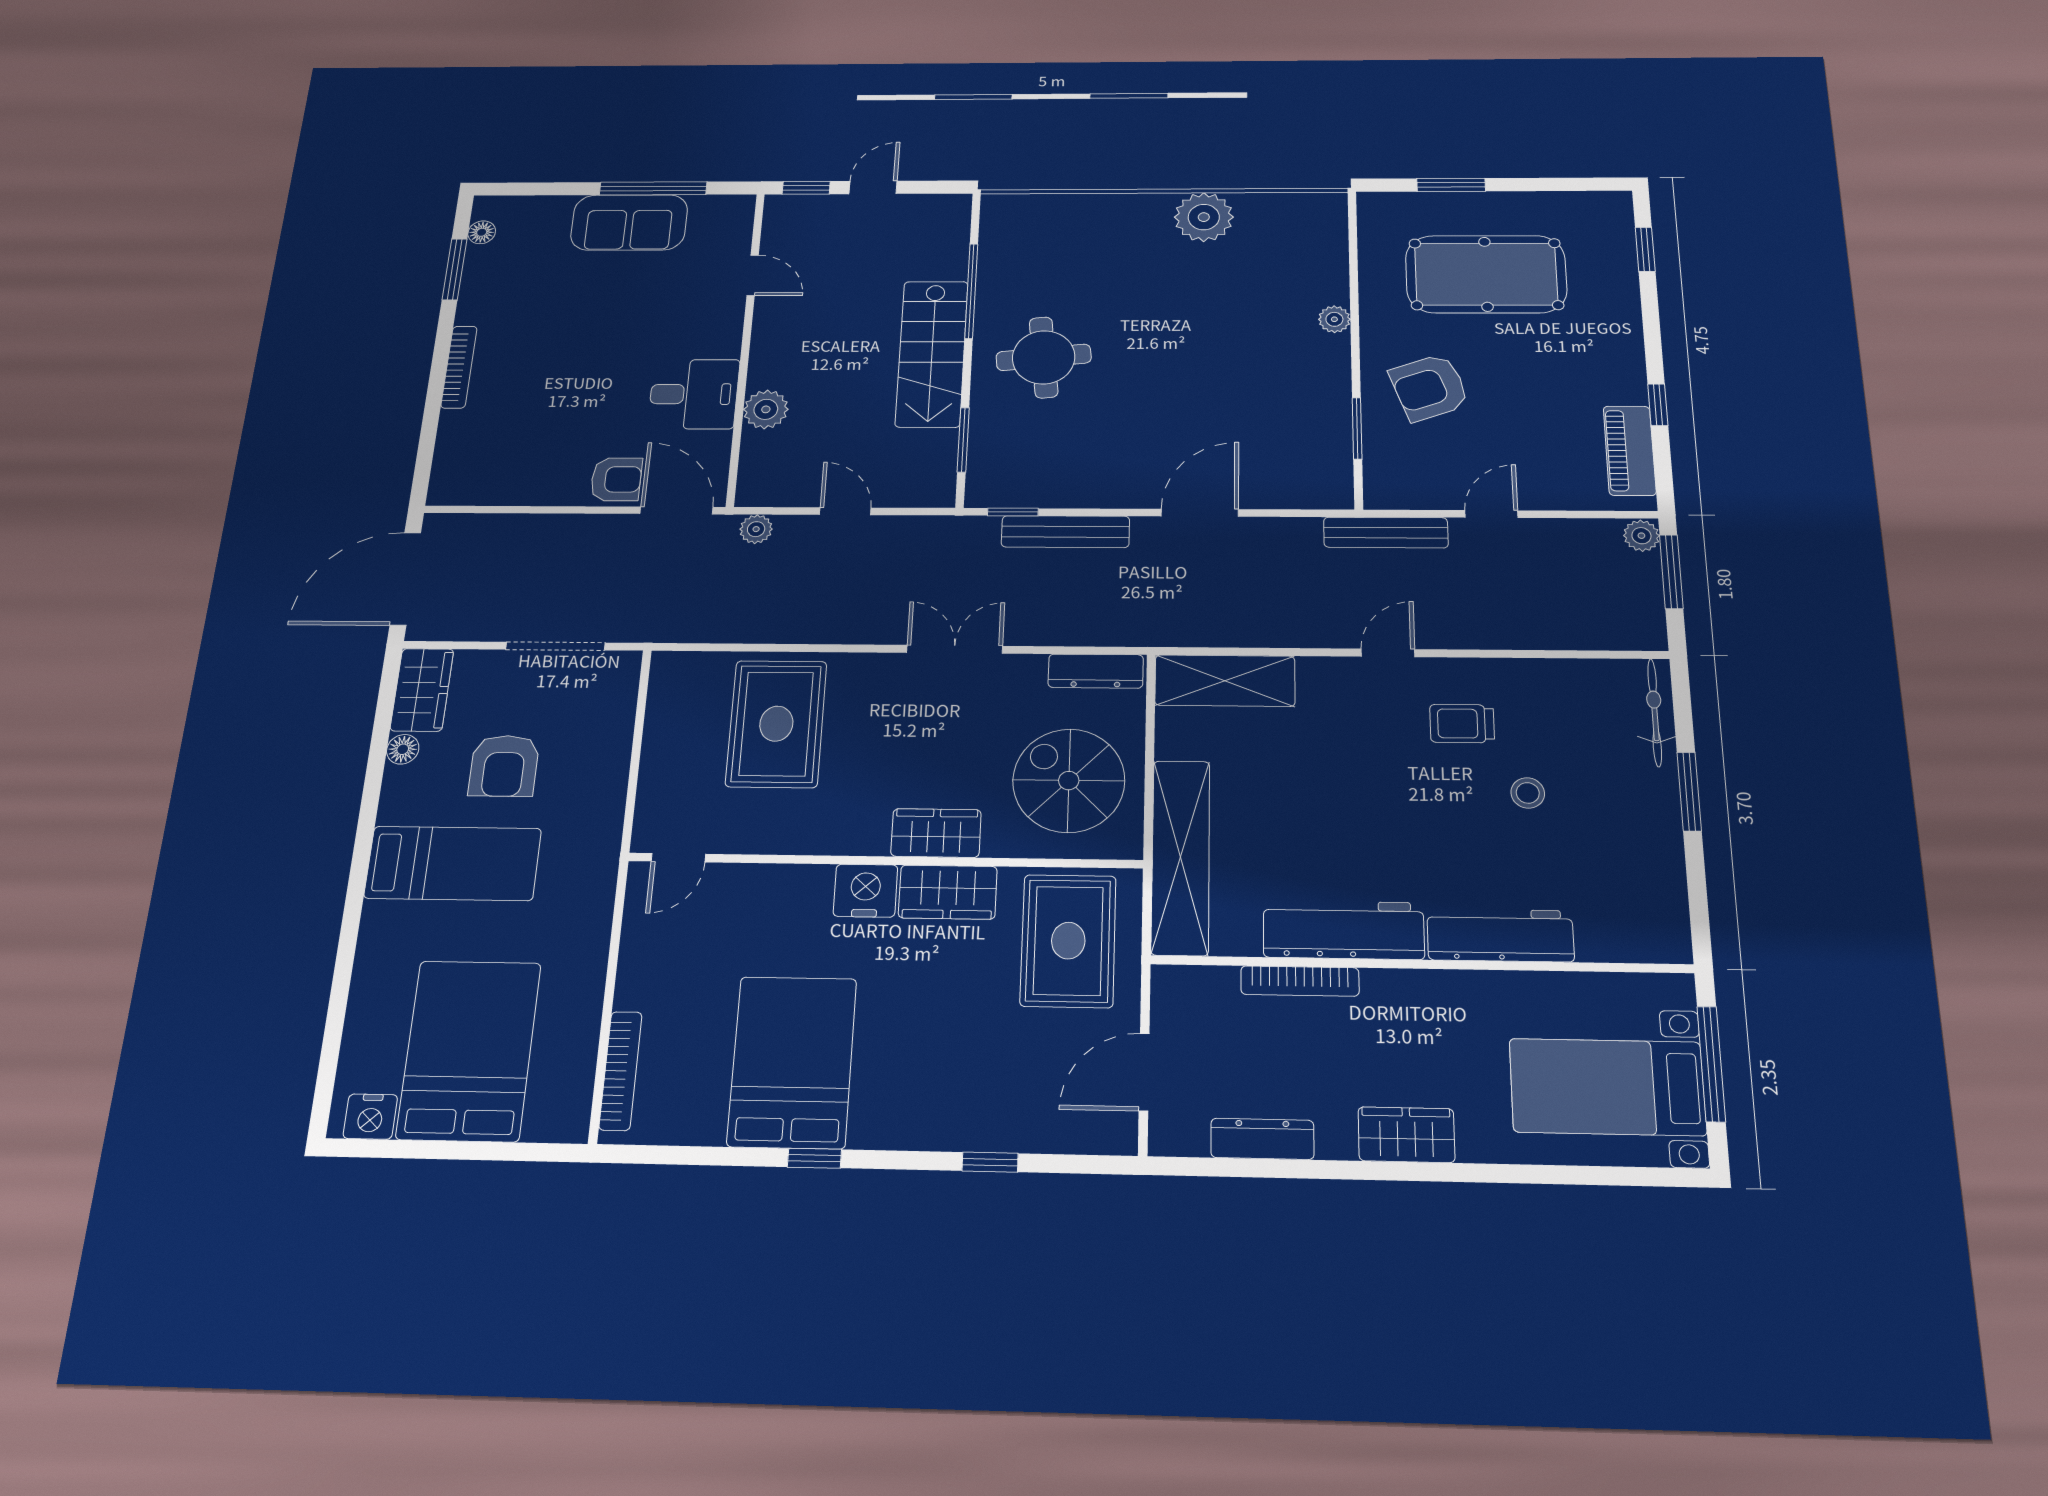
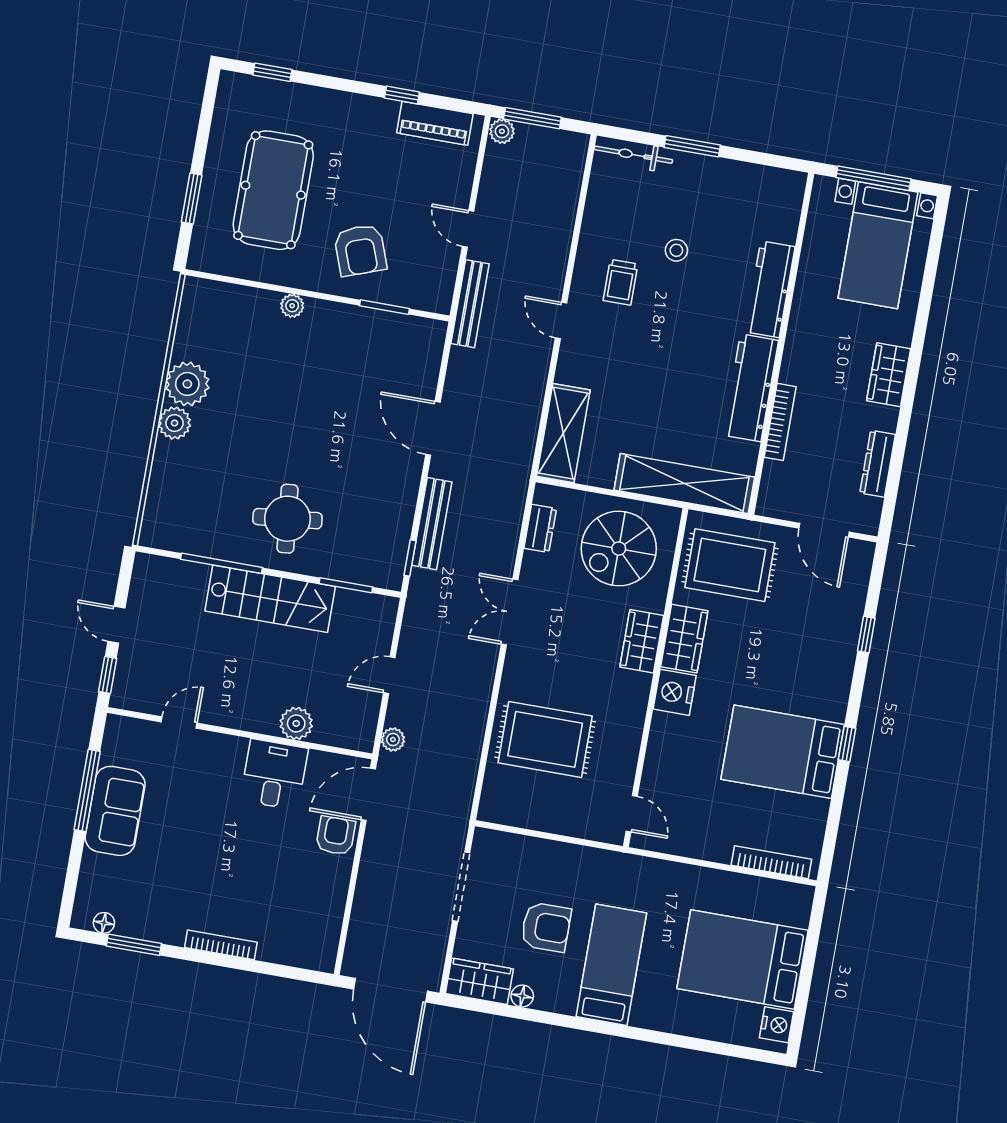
plant: (1149, 211) -> (175, 423), added
dresser: (1096, 671) -> (540, 528), width x0.70

